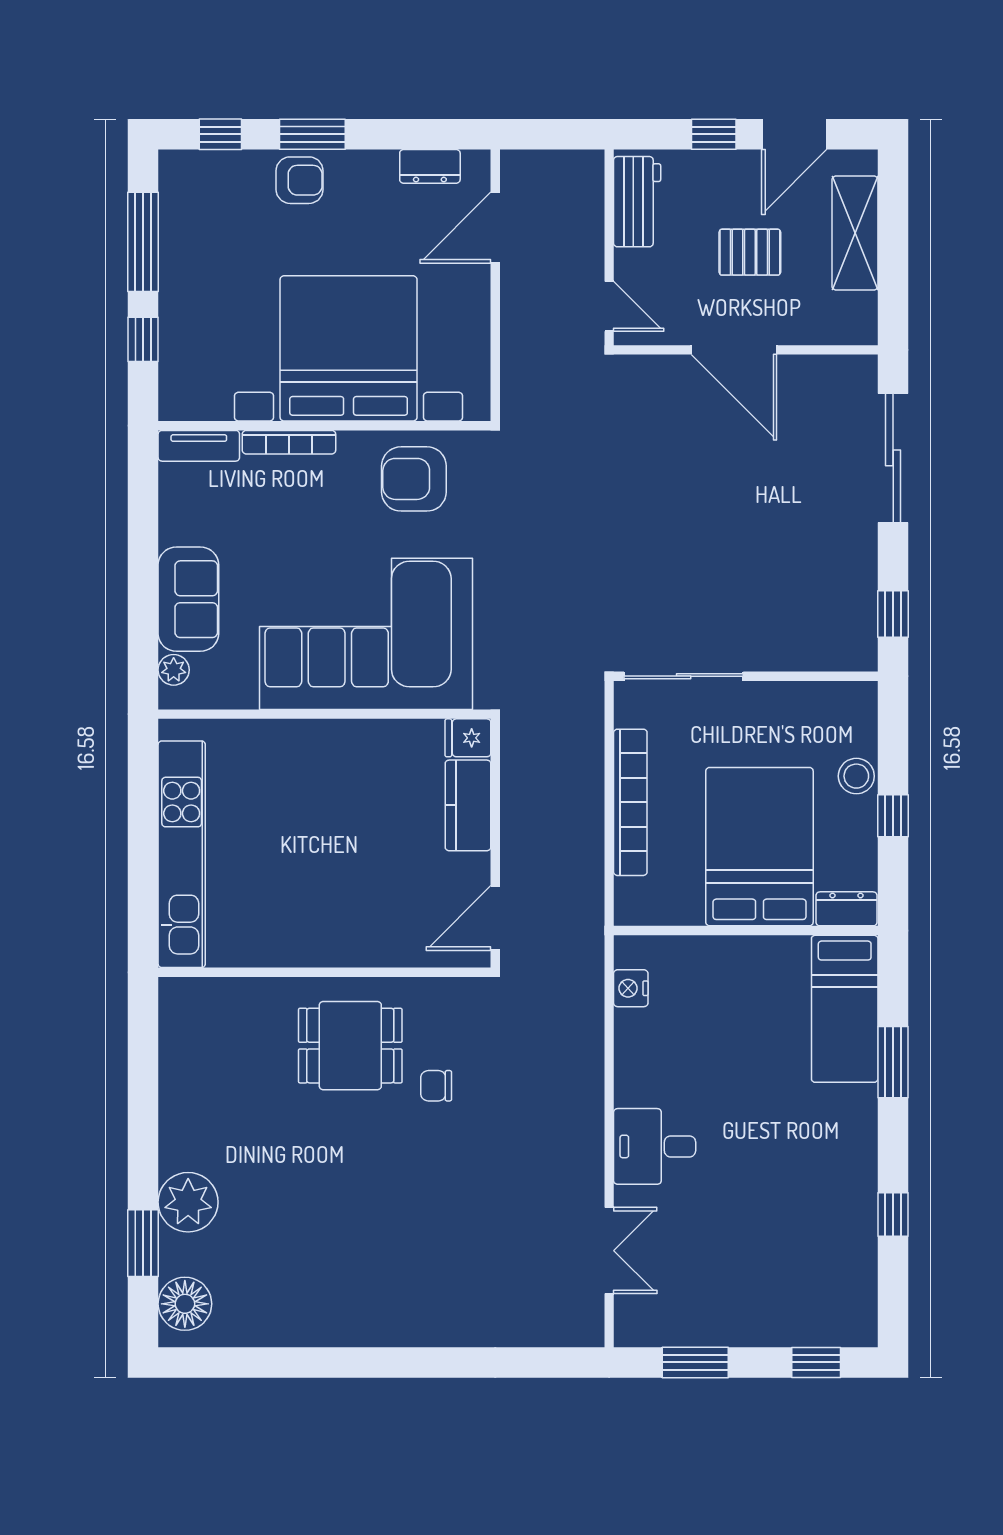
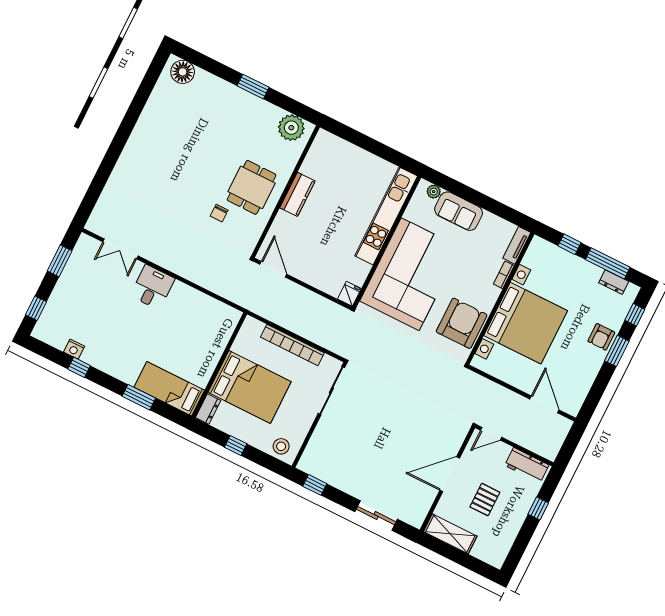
door: (794, 134) -> (523, 540), removed
dresser: (430, 166) -> (614, 282), moved, turned -90
shelving: (855, 233) -> (450, 534), moved
bookcase: (289, 442) -> (504, 275), width x0.64
sliding door: (893, 458) -> (376, 516), width x0.73
armchair: (414, 479) -> (462, 323), width x1.36, depth x1.36
stool: (856, 776) -> (281, 446), moved
kitchen counter: (468, 805) -> (297, 194), moved, turned 90
kitchen unit: (182, 854) -> (386, 216), moved, turned 90
nightstand: (631, 988) -> (74, 349), moved, turned 180
chair: (436, 1086) -> (219, 213), turned 180
plant: (188, 1202) -> (291, 128), moved
window: (143, 1243) -> (253, 87), moved

